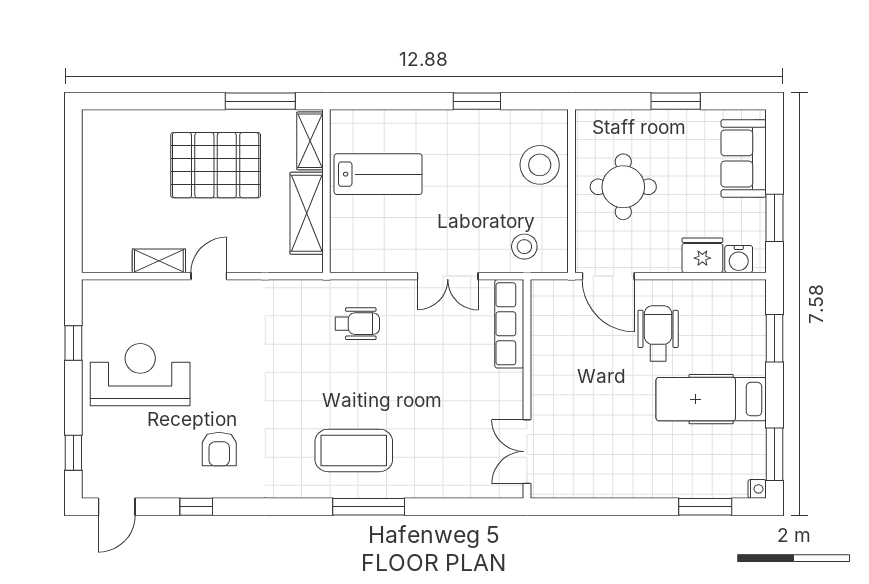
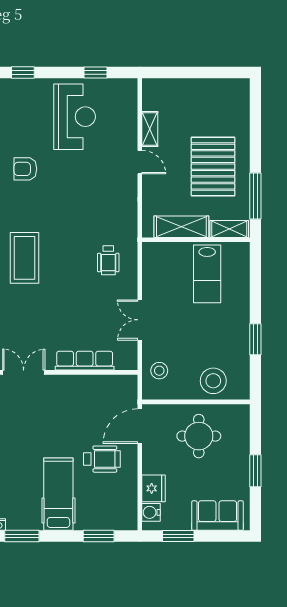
row of seats: (509, 324) -> (85, 361), moved

